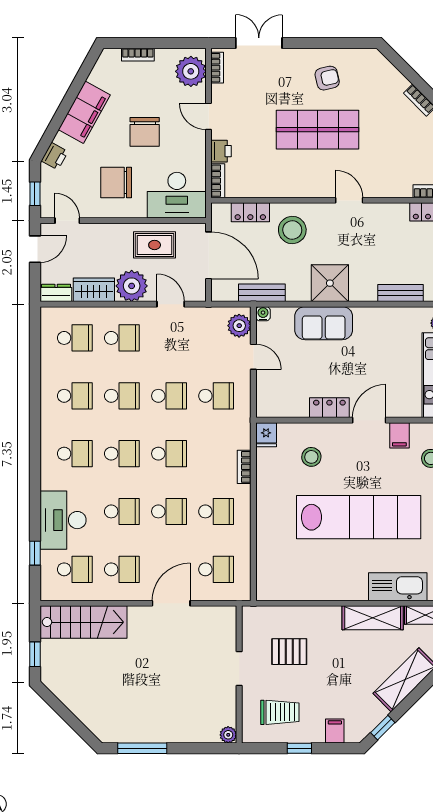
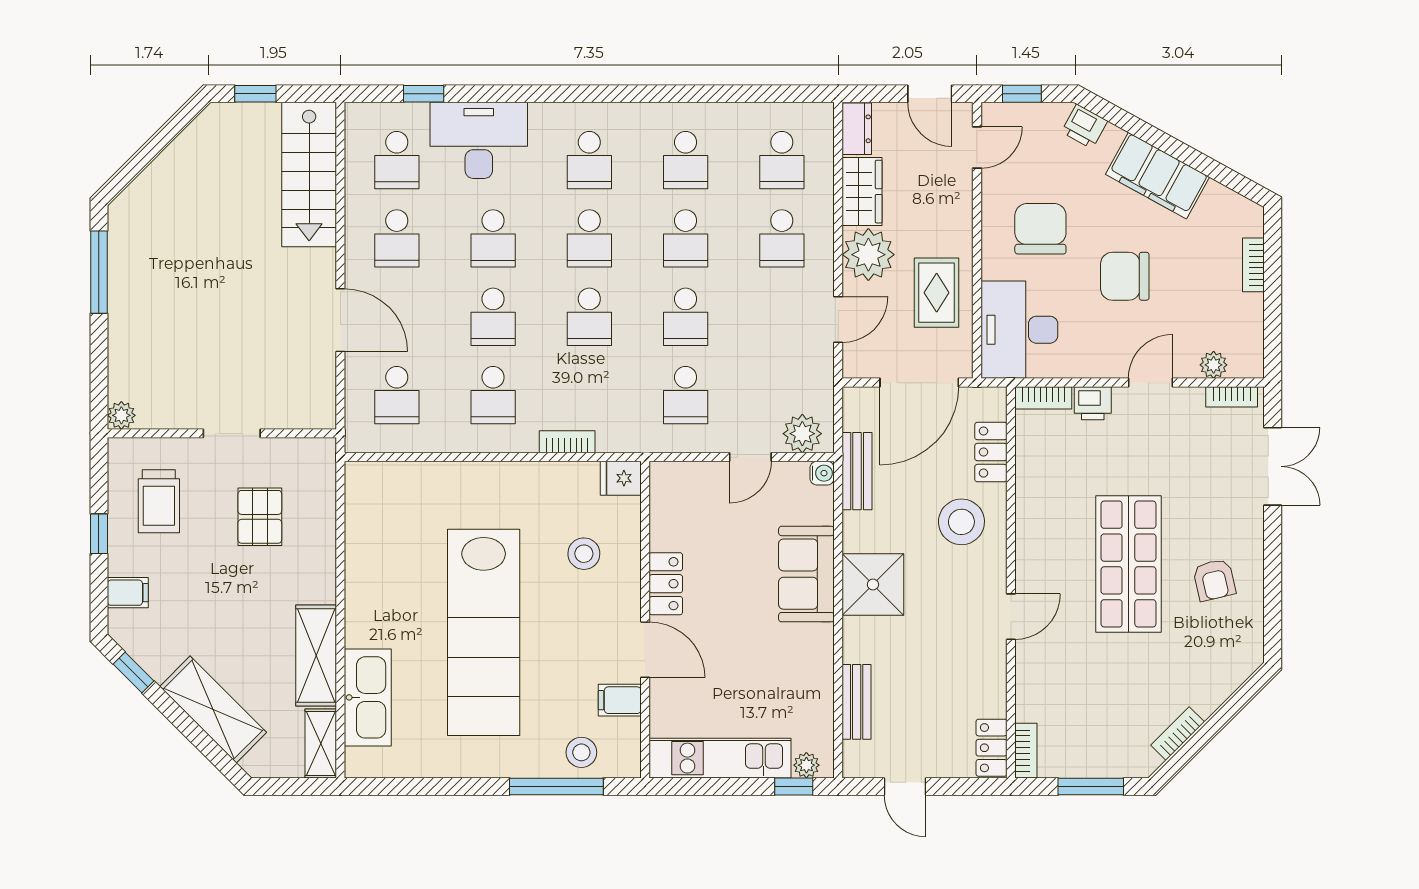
plant: (191, 71) -> (1214, 365), width x0.53, depth x0.53

